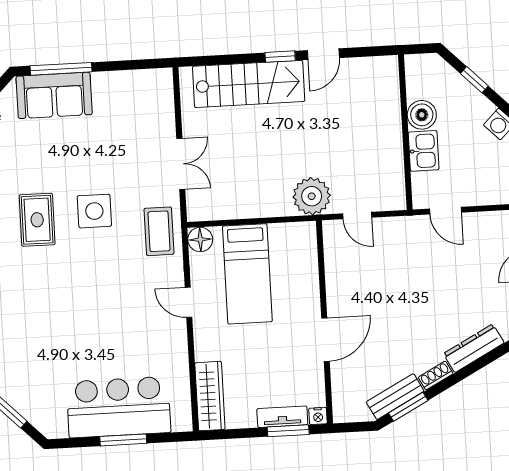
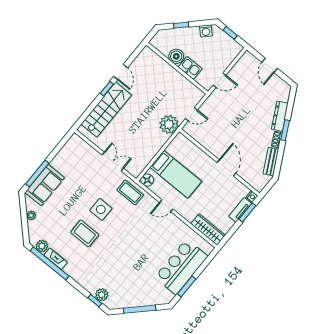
window: (408, 407) -> (285, 130), moved
window: (123, 440) -> (187, 286), moved

